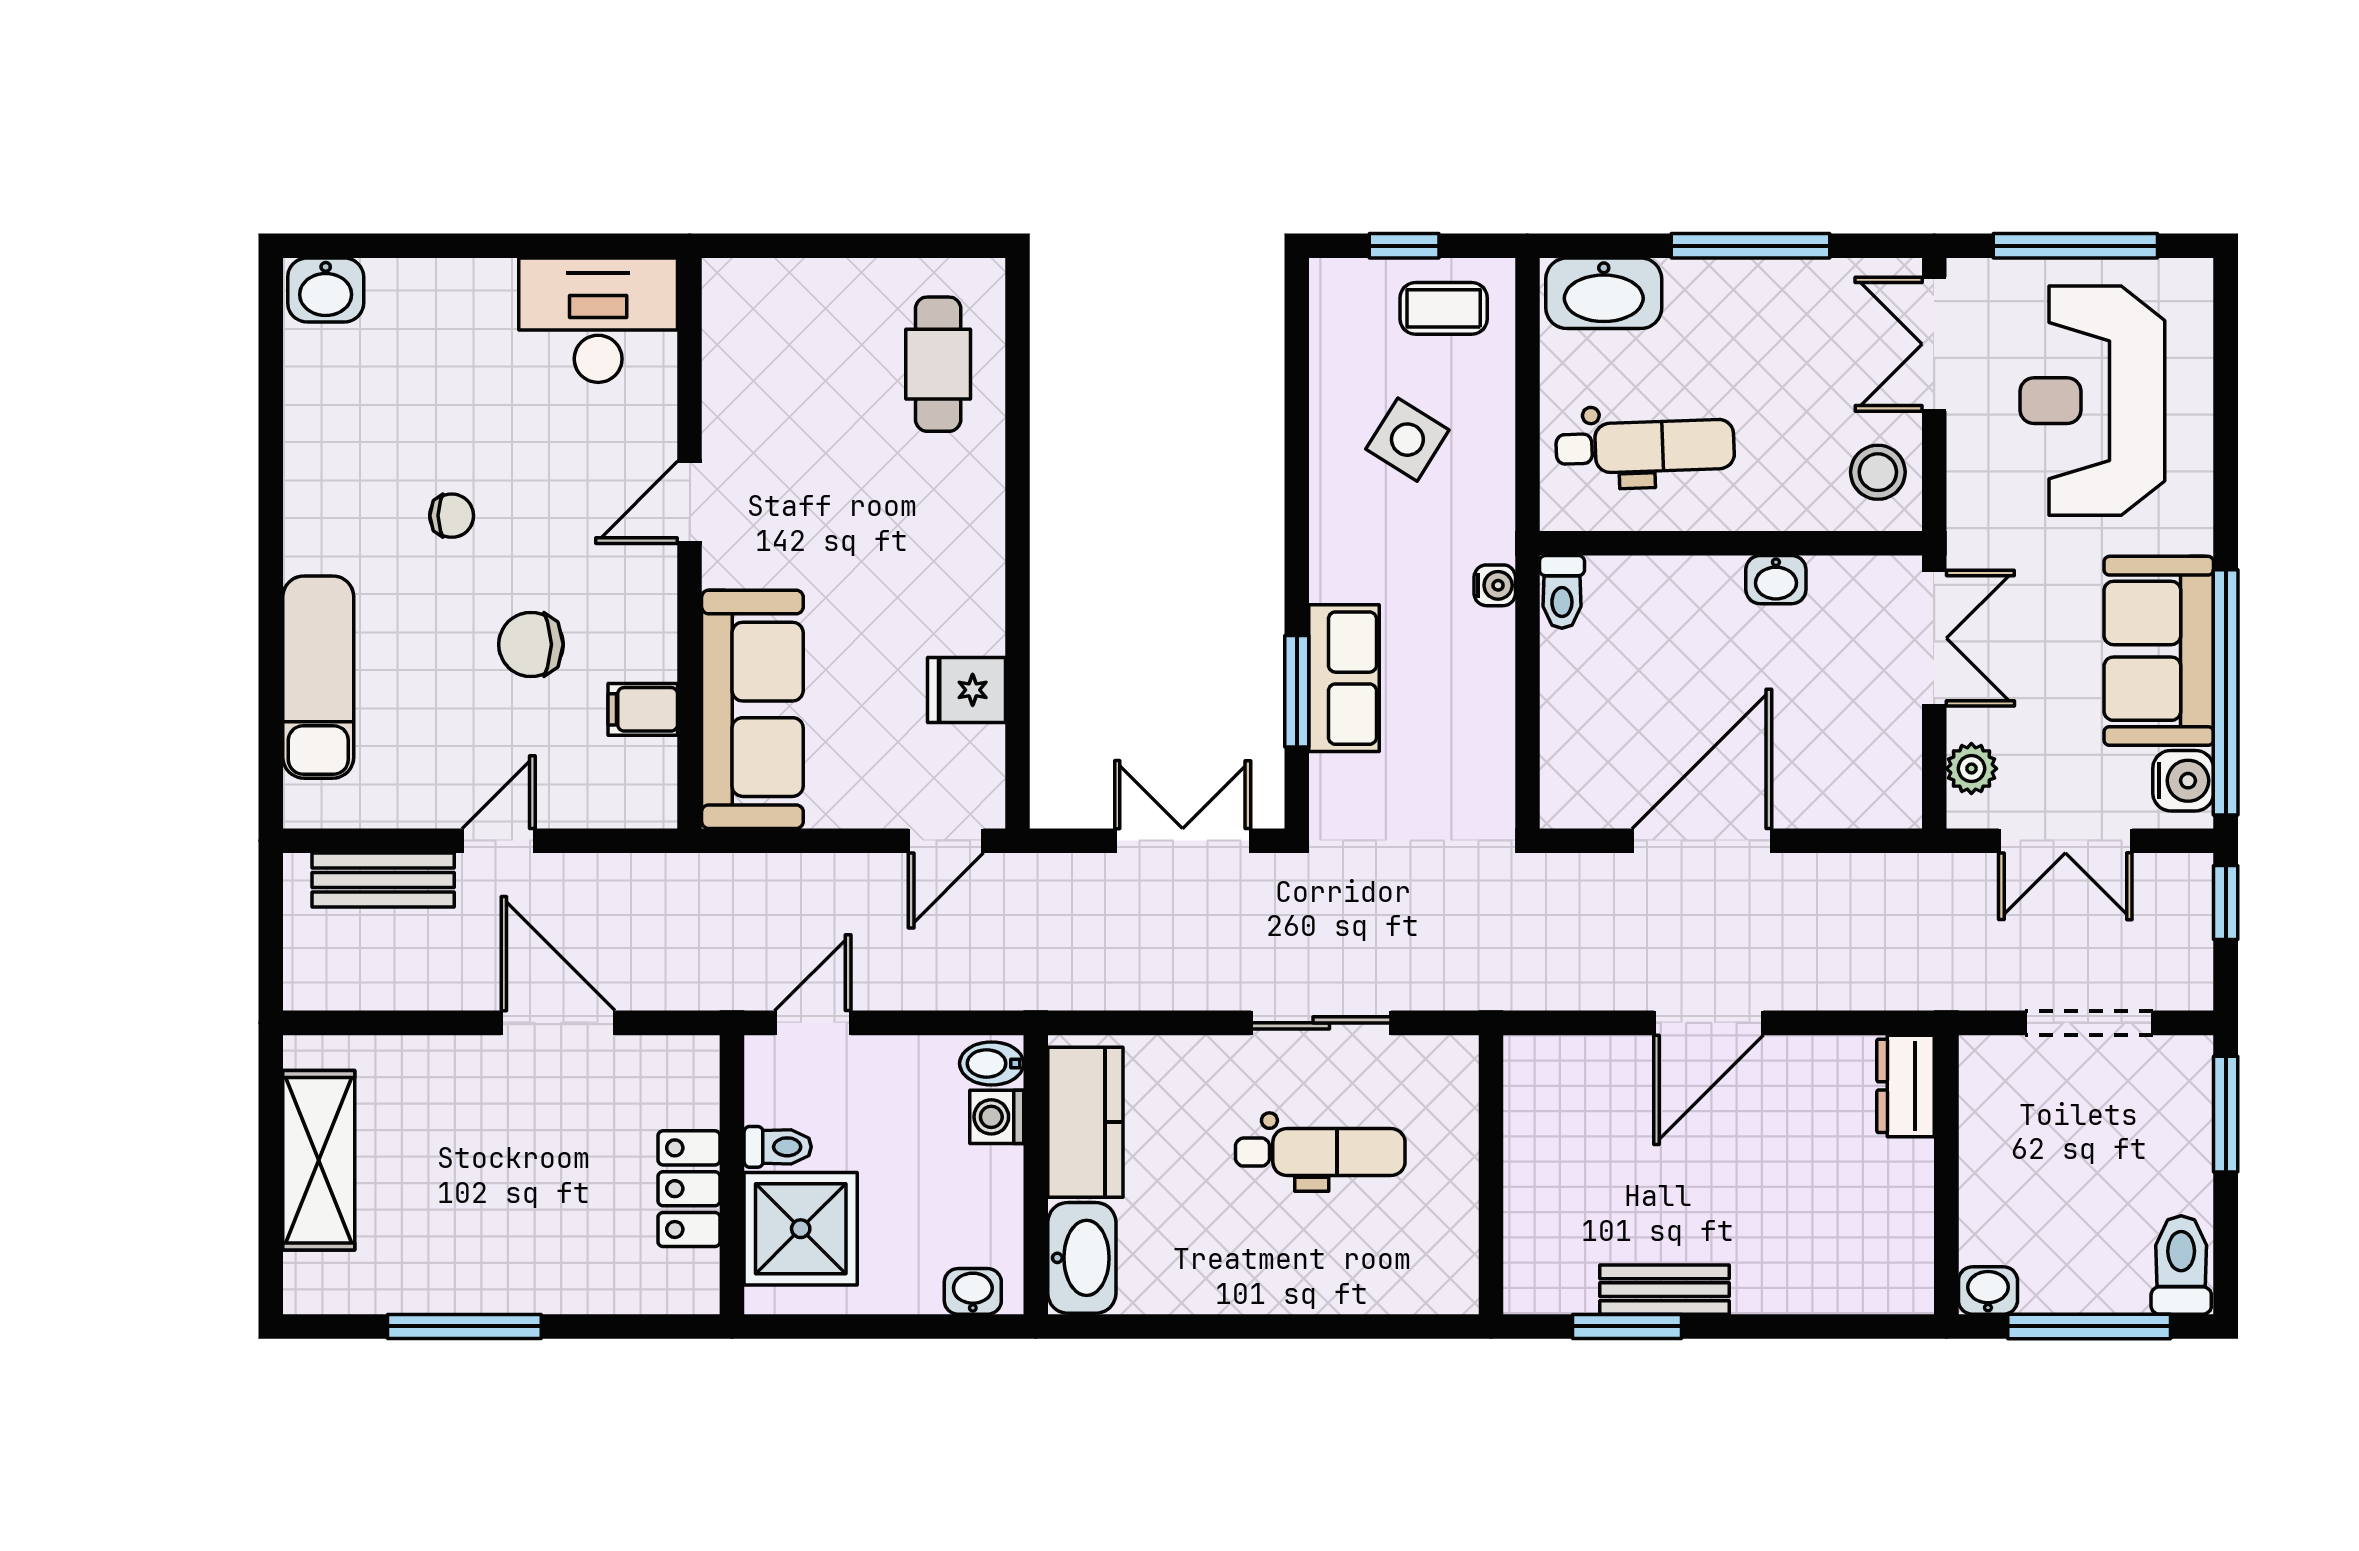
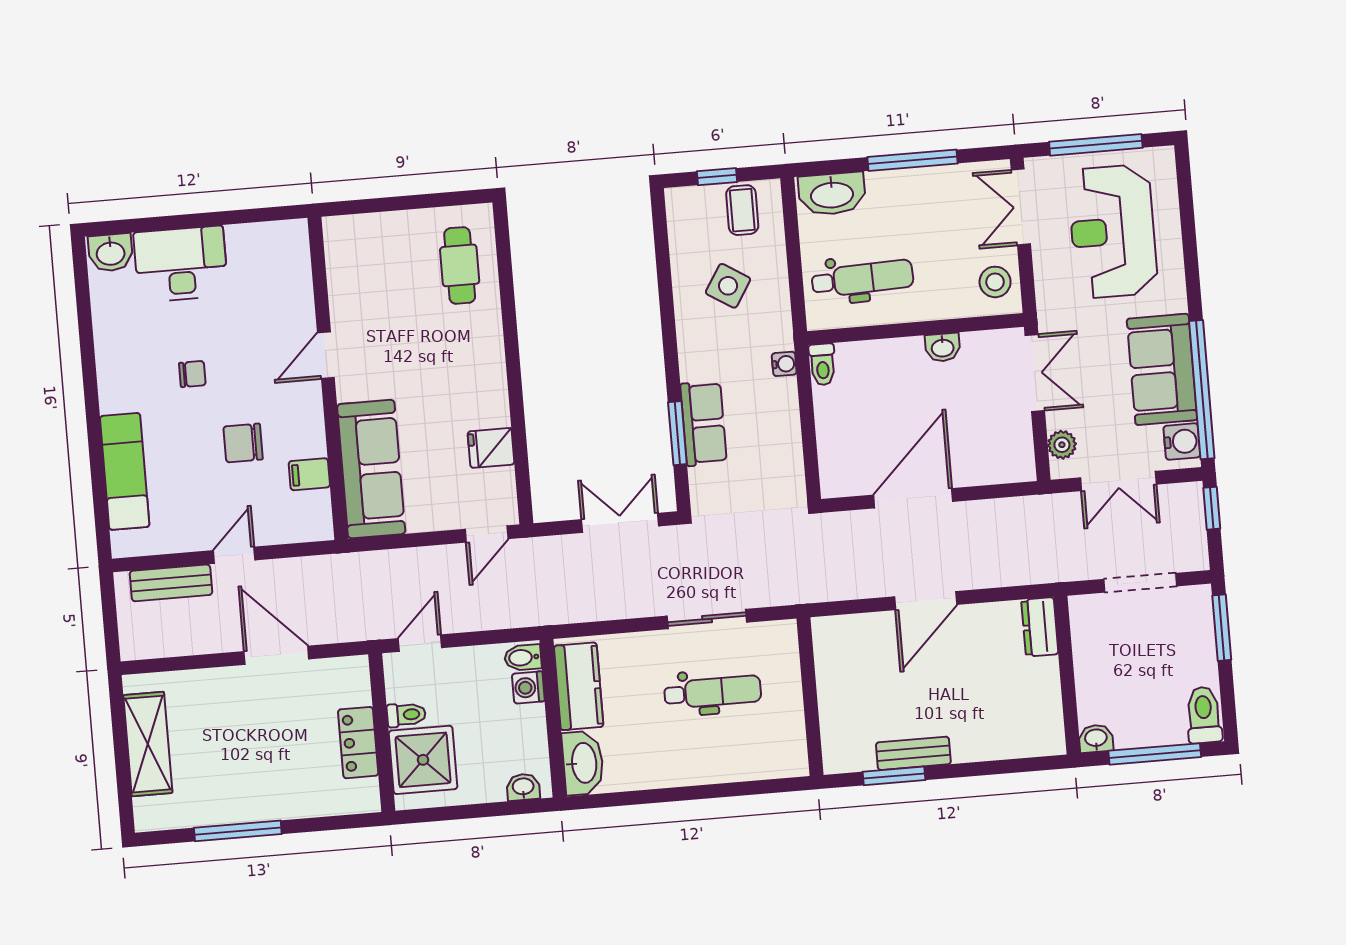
coffee table: (1444, 308) -> (742, 210), turned 90
desk: (598, 320) -> (181, 264), moved

